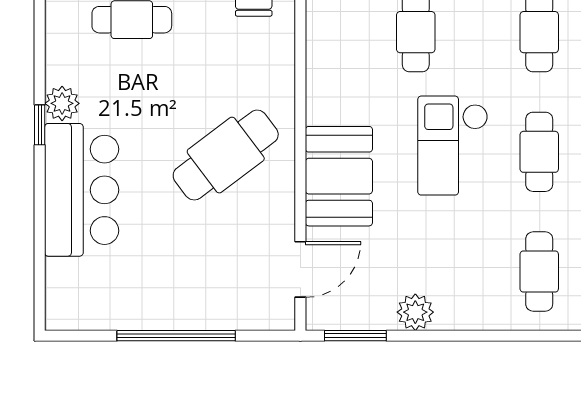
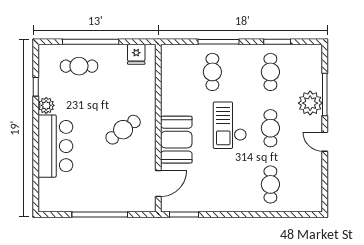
window: (40, 125) -> (36, 87), moved
cafe table: (226, 155) -> (123, 130), width x0.73, depth x0.74
plant: (415, 312) -> (212, 204), removed

